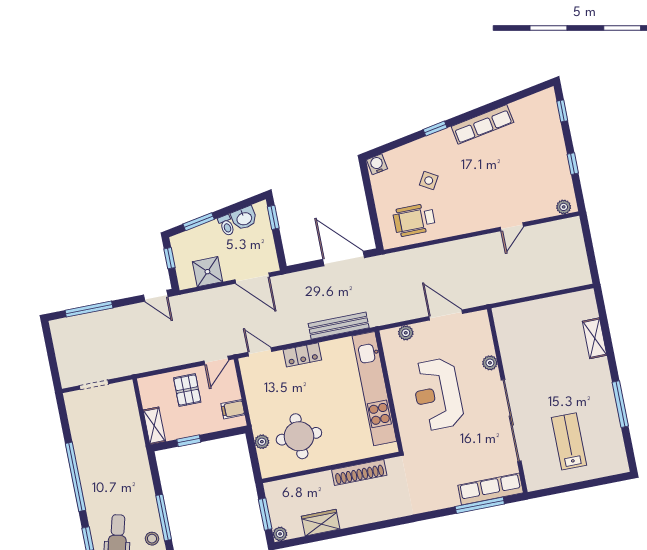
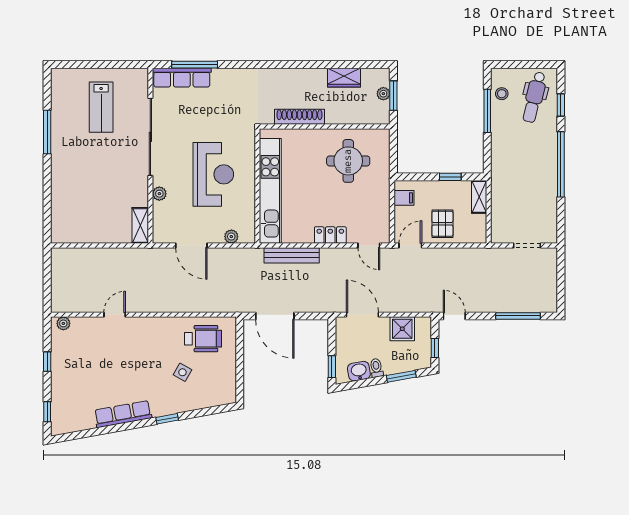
water cooler: (377, 164) -> (227, 397), removed
shelving: (595, 338) -> (140, 225), moved
plant: (262, 442) -> (383, 163), removed
plant: (280, 534) -> (383, 94), moved

